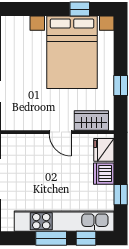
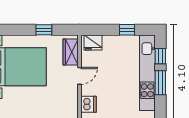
dishwasher: (104, 174) -> (88, 104), moved, turned -90

